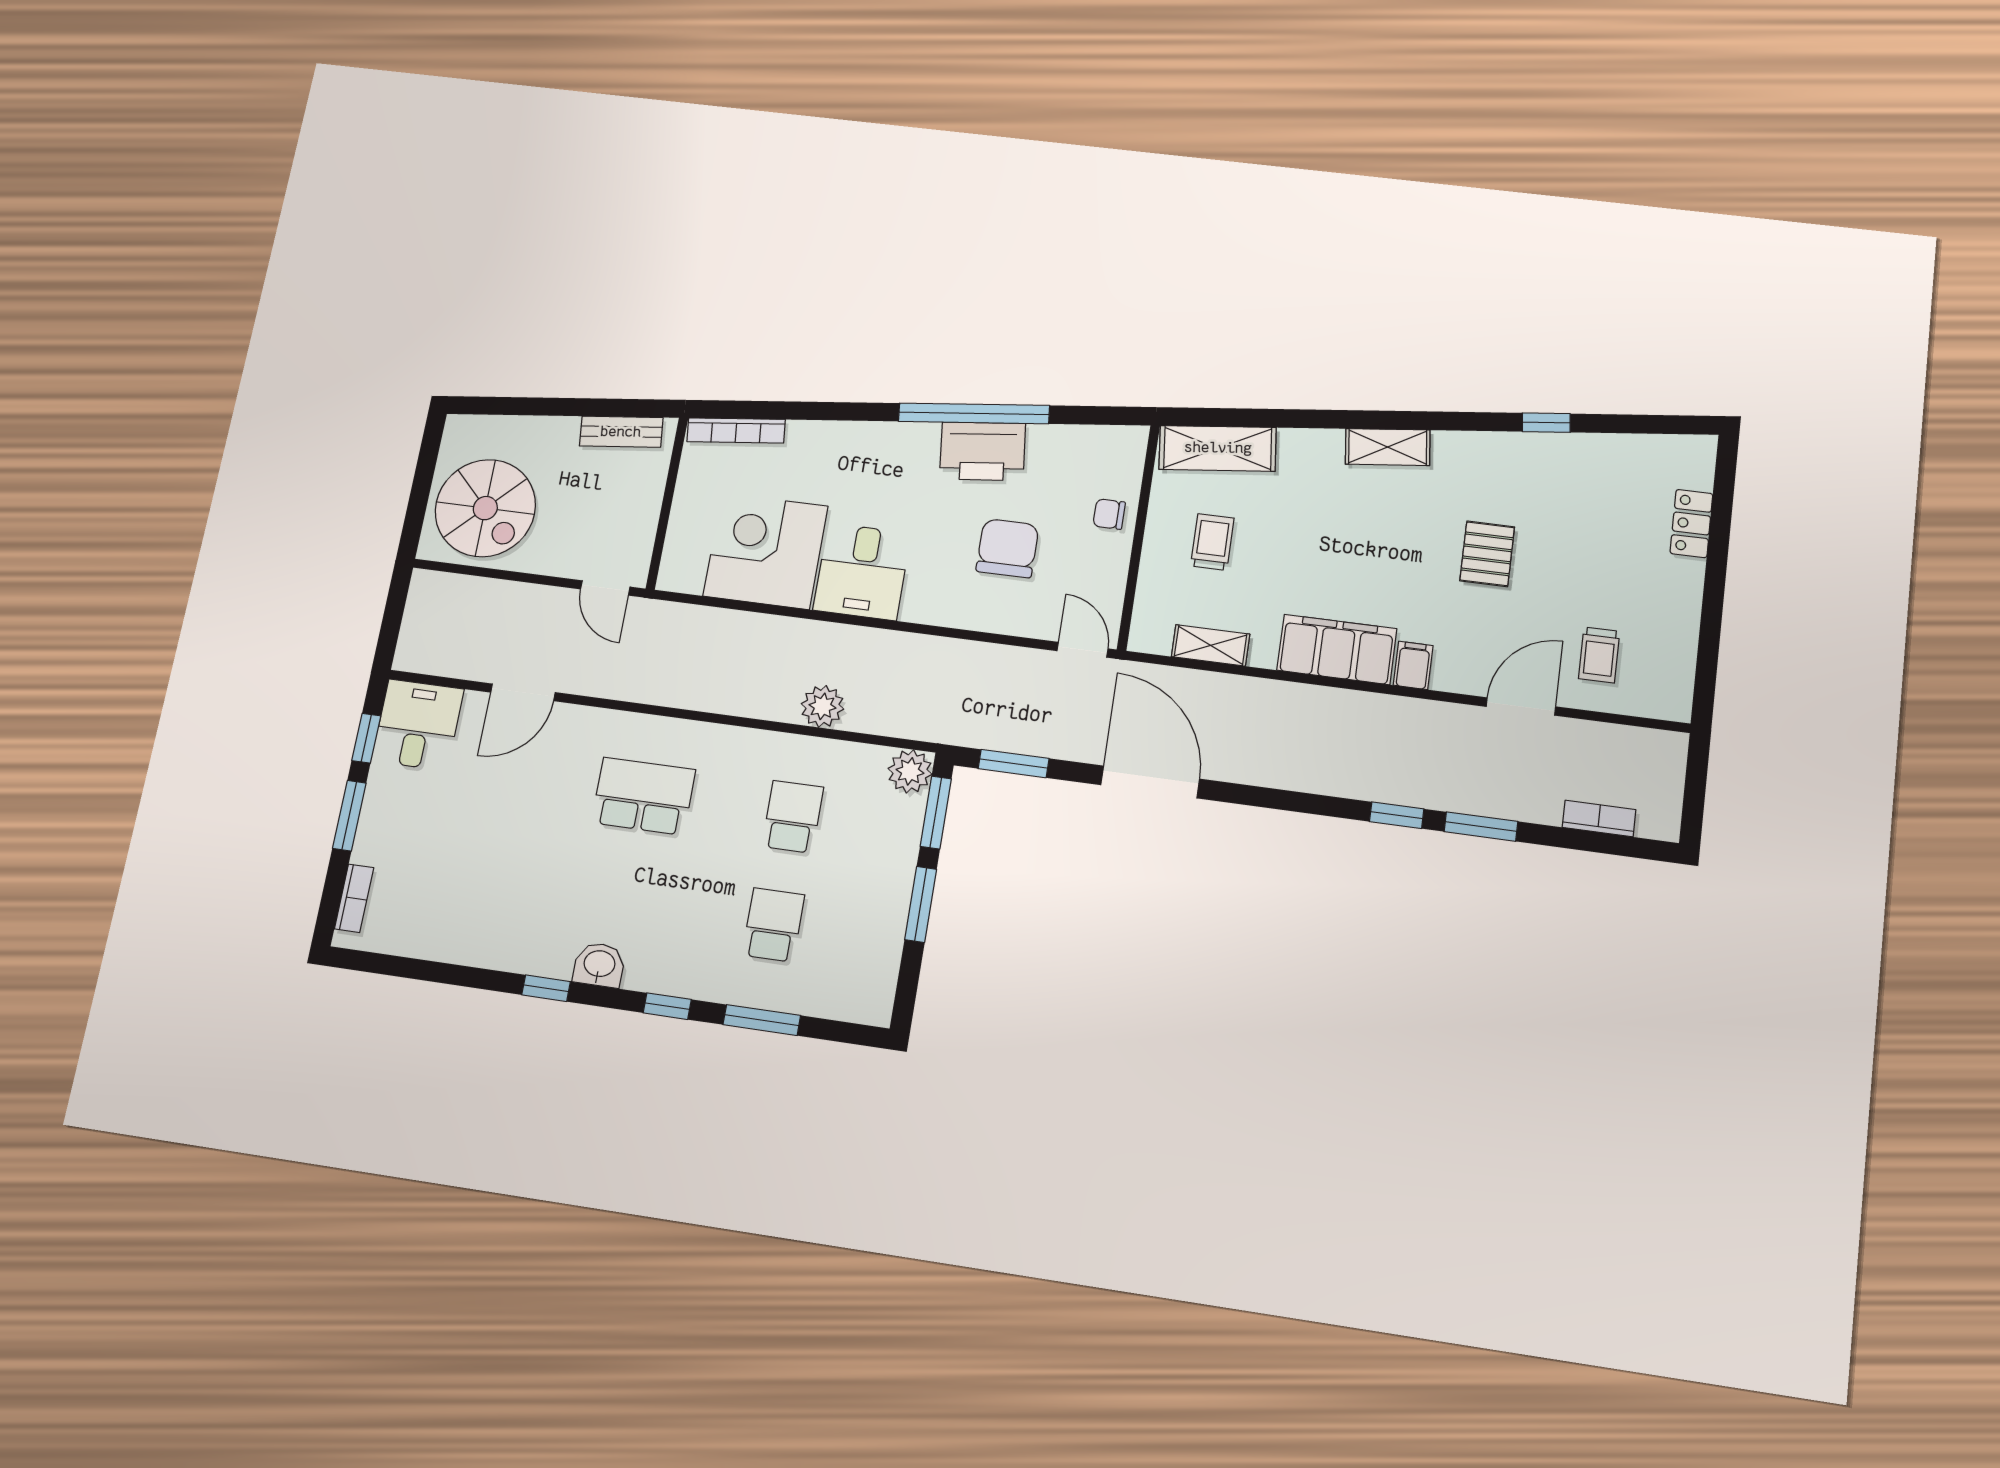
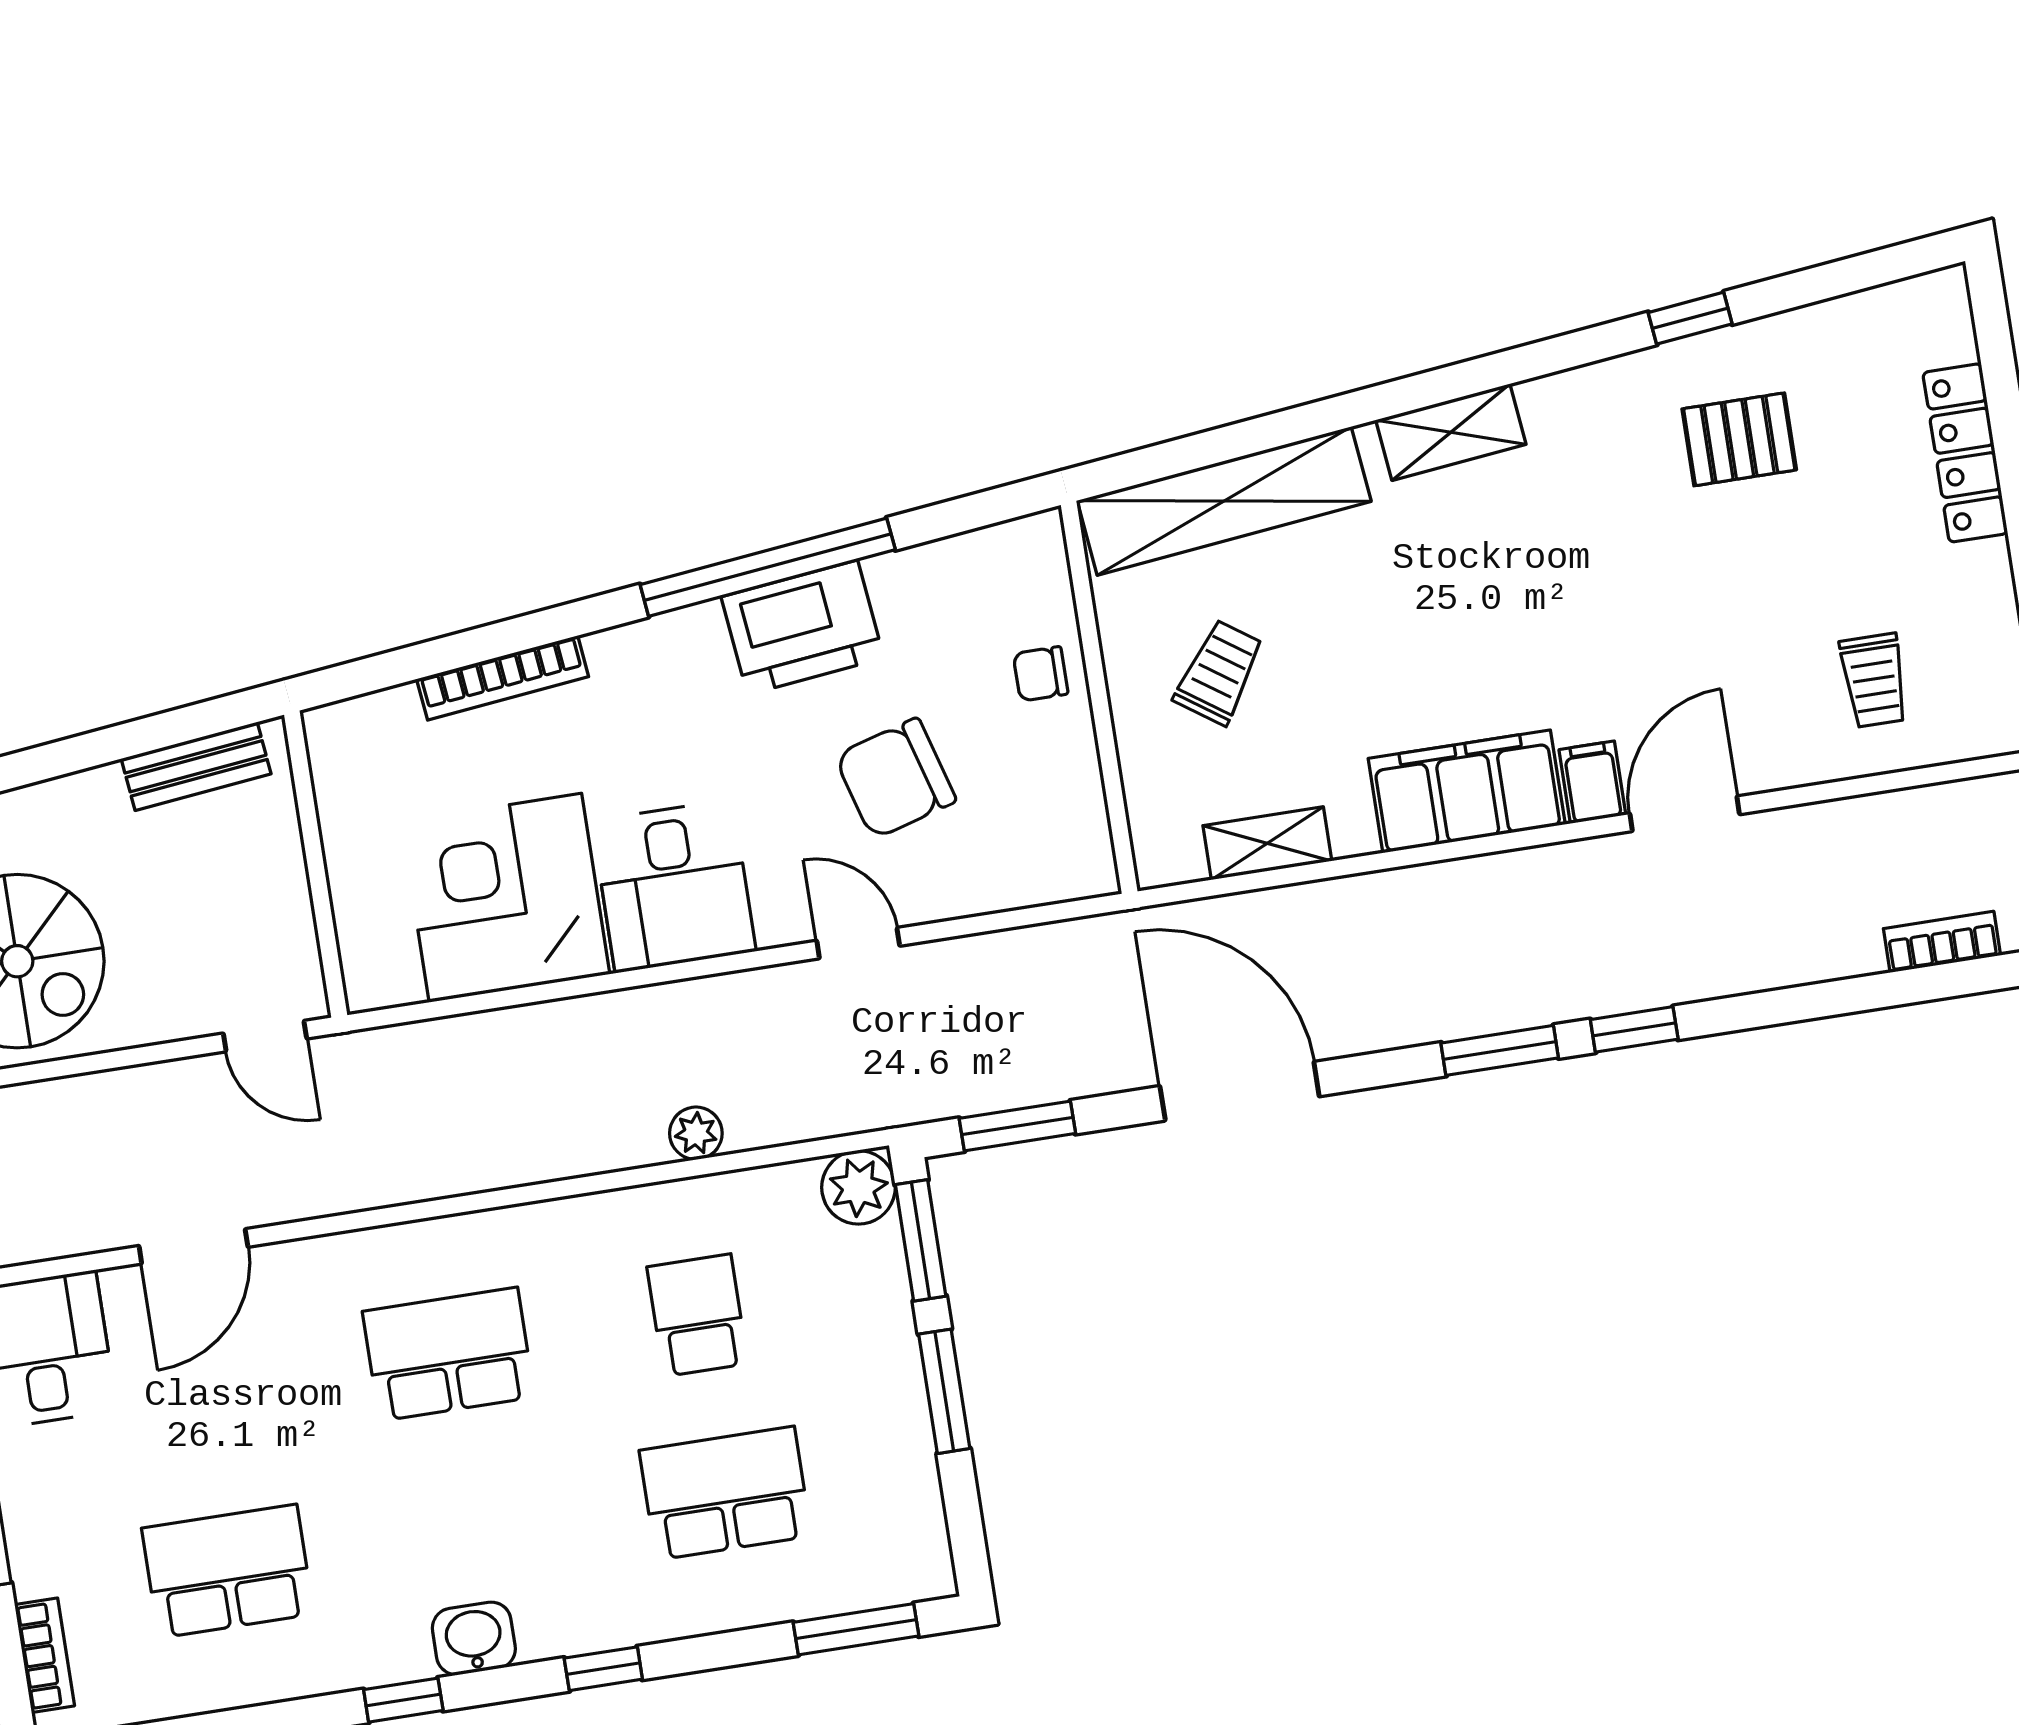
bookcase: (736, 431) -> (503, 678), moved
shelving: (1218, 448) -> (1224, 501), width x1.47
locker: (1691, 523) -> (1965, 453), width x1.53
trolley: (1212, 542) -> (1219, 672), turned 35
chair: (1007, 548) -> (895, 778), turned -106
pallet: (1487, 554) -> (1739, 439), moved, turned 90
door: (1082, 650) -> (858, 943), moved
plant: (822, 706) -> (696, 1133), width x0.73, depth x0.73
door: (1521, 707) -> (1685, 814), moved
window: (1481, 827) -> (1500, 1050), moved
school desk: (474, 882) -> (228, 1571), added
school desk: (773, 925) -> (725, 1493), width x1.85
window: (762, 1020) -> (856, 1629), moved

